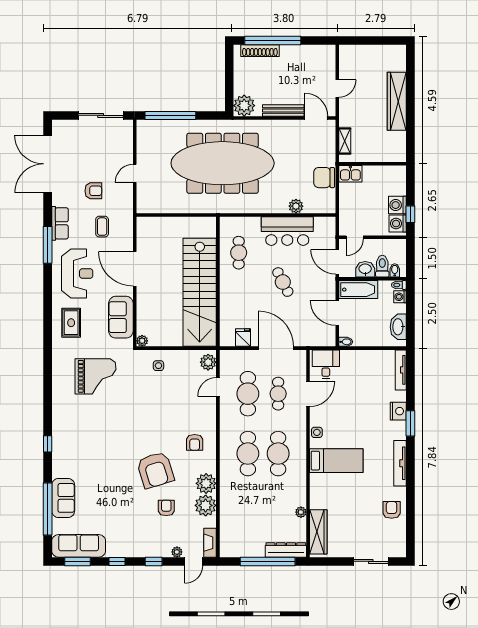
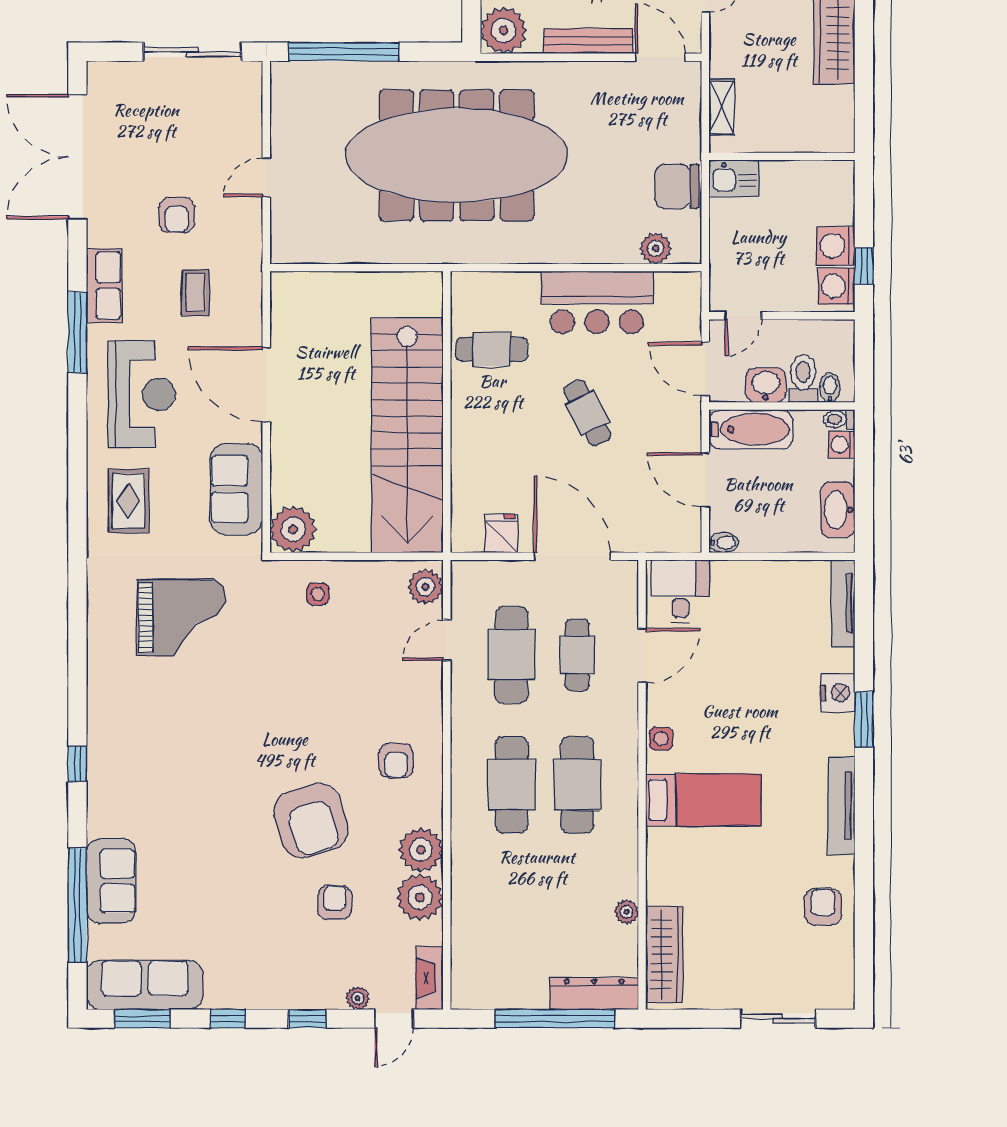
armchair: (93, 191) -> (177, 215), turned 90
plant: (296, 206) -> (656, 248), moved
cafe table: (239, 253) -> (492, 349), turned 90
plant: (142, 341) -> (293, 529), width x1.88, depth x1.88

